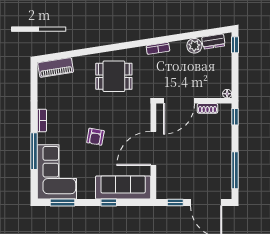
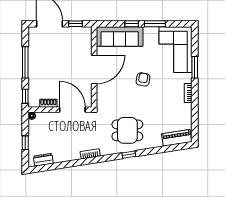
window: (235, 45) -> (25, 143), moved
plant: (194, 46) -> (59, 156), removed
window: (112, 48) -> (129, 155), added
door: (179, 101) -> (72, 110), hinge flipped
window: (34, 151) -> (195, 67), width x0.69
window: (235, 170) -> (25, 62), moved
window: (63, 203) -> (155, 24), moved

